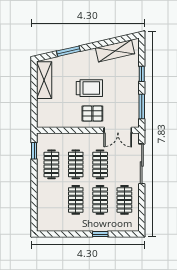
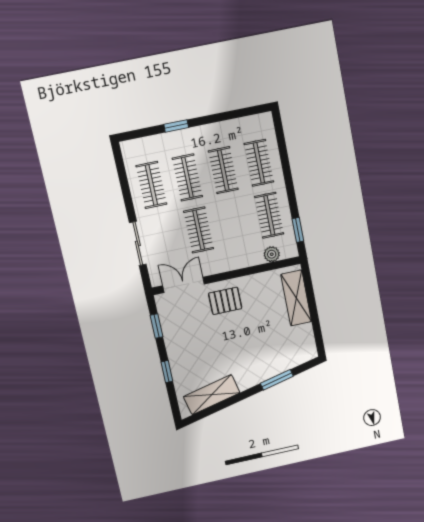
shelving: (44, 80) -> (296, 298), moved
trolley: (89, 88) -> (237, 336), removed
window: (142, 106) -> (157, 326), width x0.67
plant: (55, 138) -> (272, 254), added
clothes rail: (76, 164) -> (259, 163), moved
sliding door: (142, 164) -> (138, 244), width x0.73

